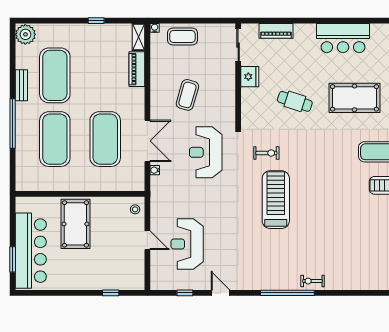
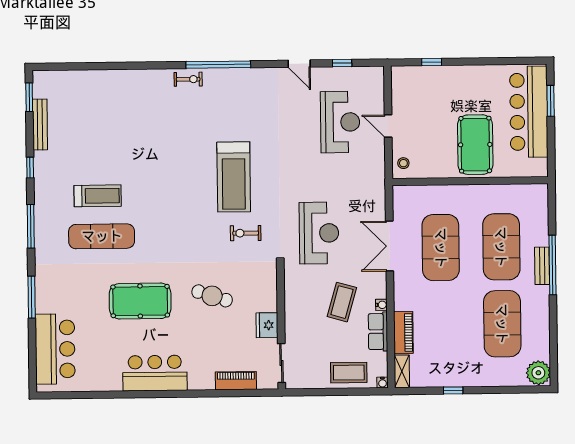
row of seats: (158, 70) -> (378, 331), added
bench: (21, 85) -> (542, 266), moved
water cooler: (155, 170) -> (381, 305), moved

